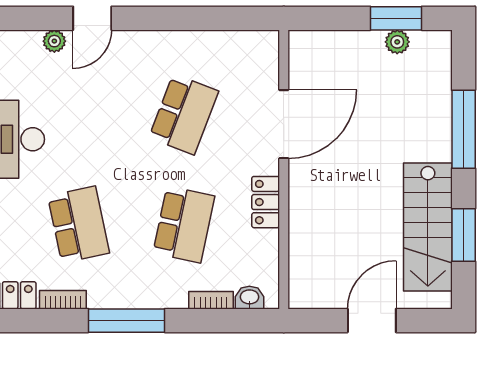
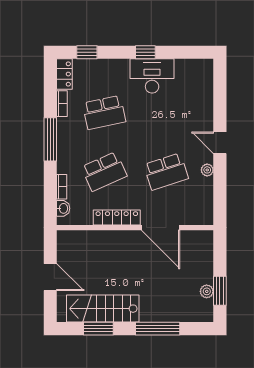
door: (92, 18) -> (220, 143), moved
plant: (54, 41) -> (207, 170), moved
school desk: (184, 114) -> (166, 172), turned -39
locker: (266, 202) -> (117, 217), width x1.53
school desk: (184, 225) -> (104, 172), turned -36

